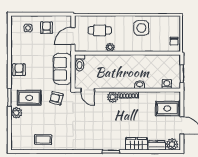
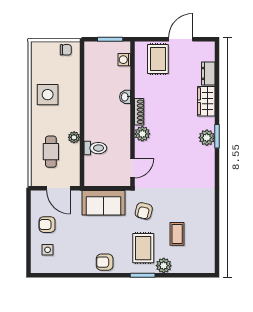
toilet: (80, 63) -> (95, 148), moved
coffee table: (43, 140) -> (177, 234), moved
plant: (172, 144) -> (207, 138), moved

